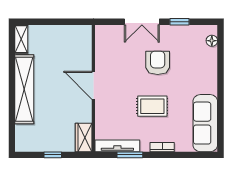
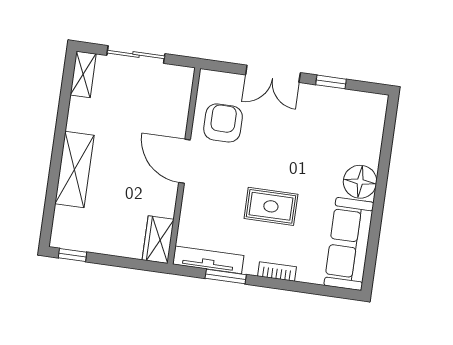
sliding door: (53, 22) -> (136, 54), added
floor lamp: (212, 41) -> (360, 182), moved, width x1.89, depth x1.89
armchair: (158, 63) -> (223, 123), moved
shelving: (24, 89) -> (74, 170), width x0.68
window: (53, 155) -> (72, 255), moved

